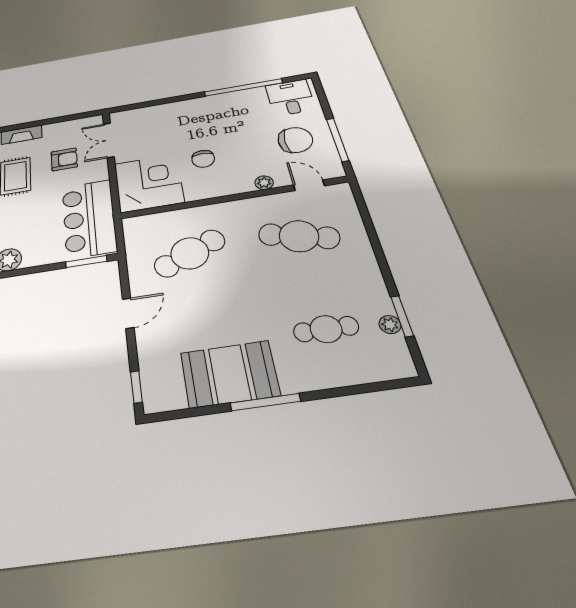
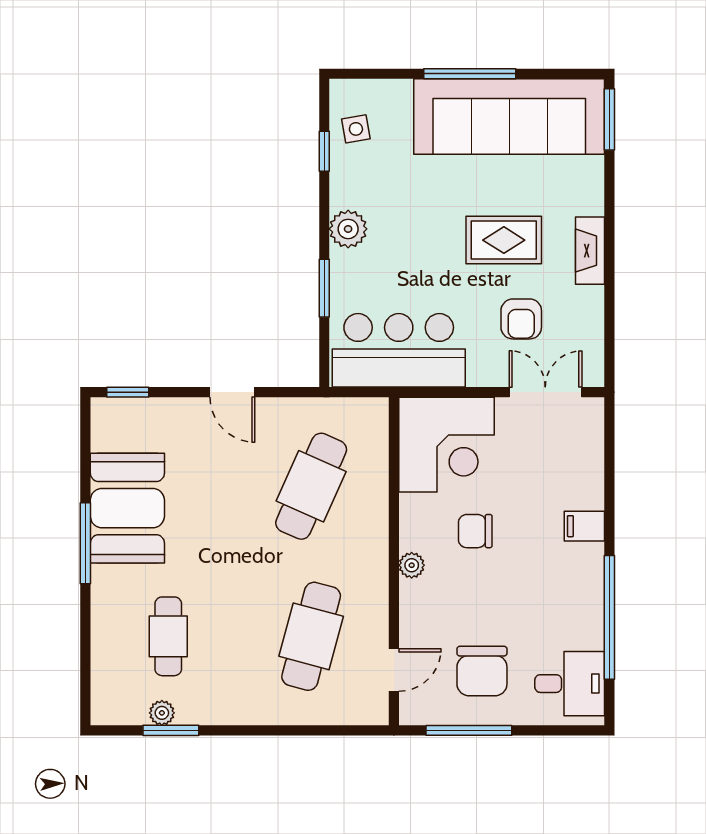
filing cabinet: (189, 108) -> (584, 526), added
plant: (264, 183) -> (412, 565), moved
cafe table: (190, 253) -> (311, 486), turned 48
window: (86, 262) -> (324, 288), moved

